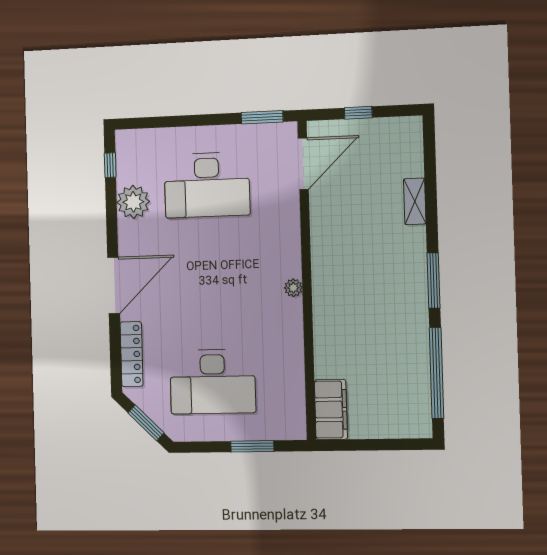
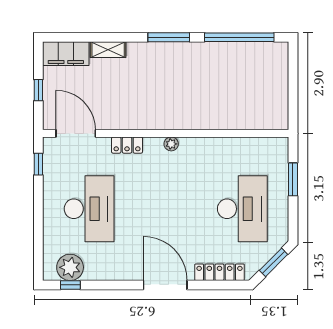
window: (262, 117) -> (38, 164), width x0.67
plant: (133, 202) -> (70, 267), moved
locker: (290, 231) -> (127, 145), added
filing cabinet: (331, 410) -> (66, 54), moved, turned 180

